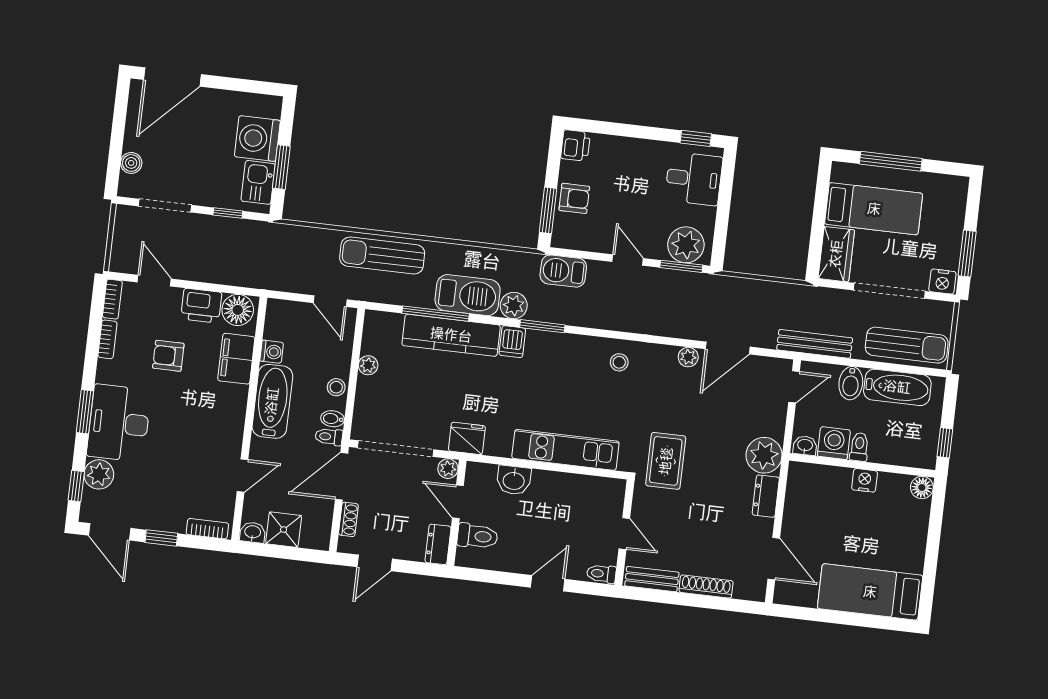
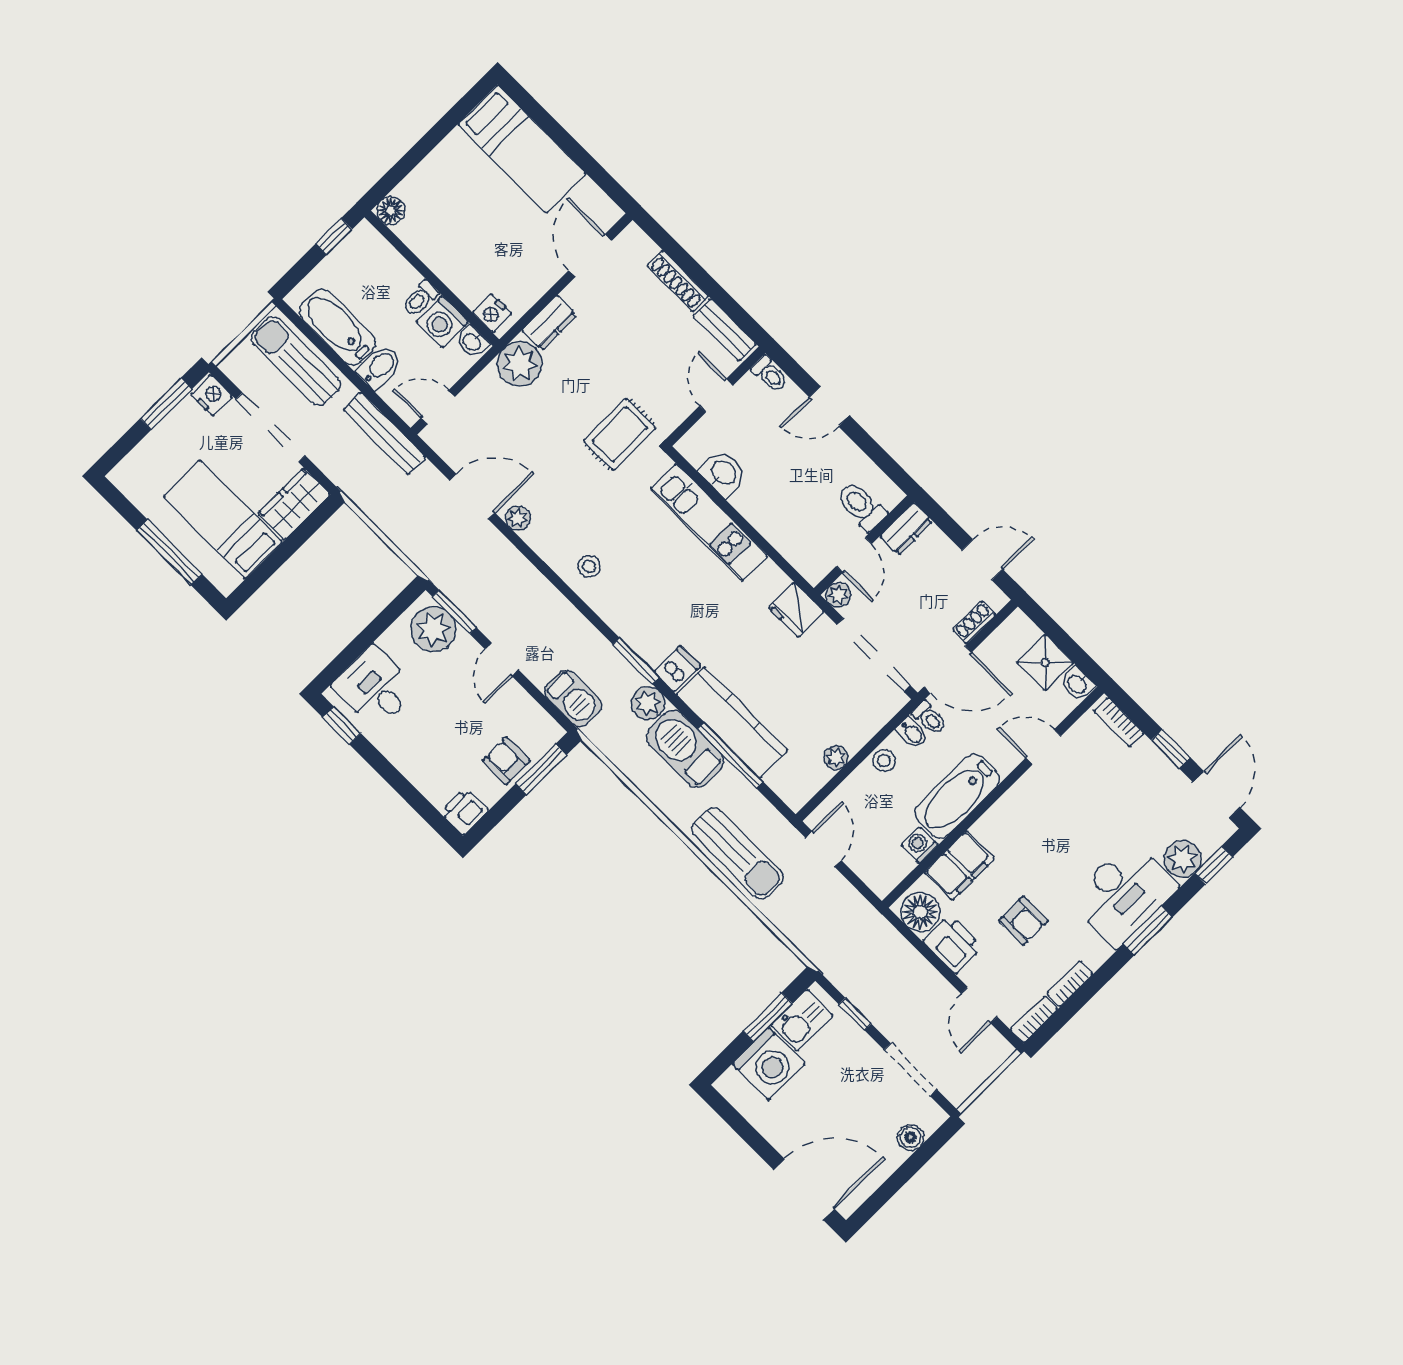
washbasin: (514, 480) -> (723, 473), moved
nightstand: (865, 480) -> (492, 313), moved

